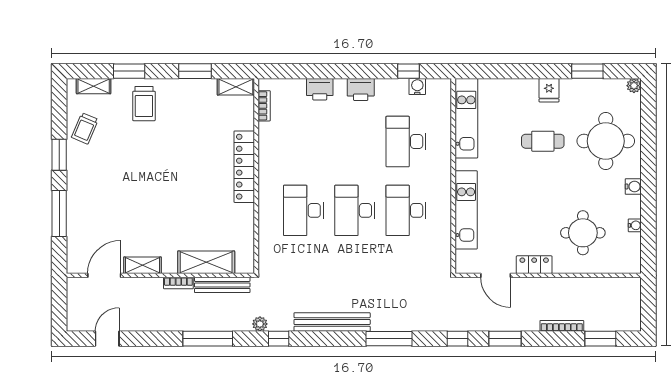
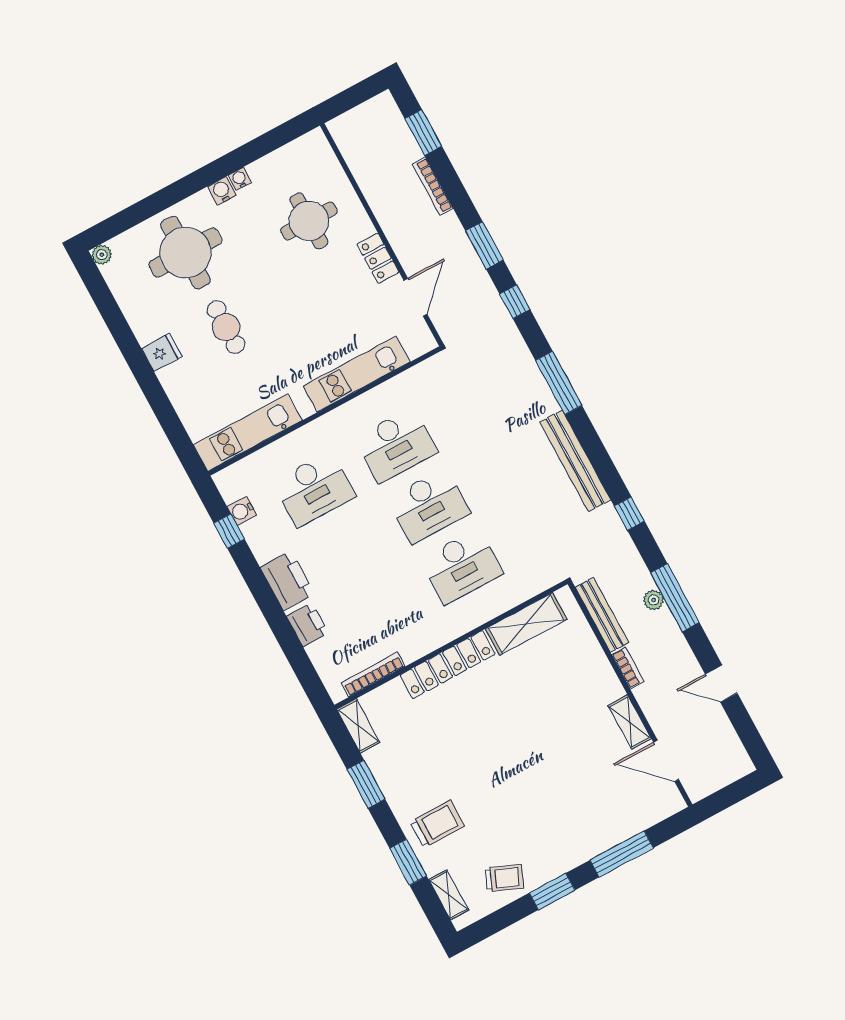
window: (587, 71) -> (114, 319), removed
printer: (361, 89) -> (287, 581), width x1.37, depth x1.19
bookcase: (264, 106) -> (373, 675), width x1.56
water cooler: (635, 225) -> (240, 179), moved
shelving: (206, 262) -> (526, 624), moved, turned 90
plant: (260, 324) -> (654, 600), moved
door: (107, 339) -> (721, 684), moved

